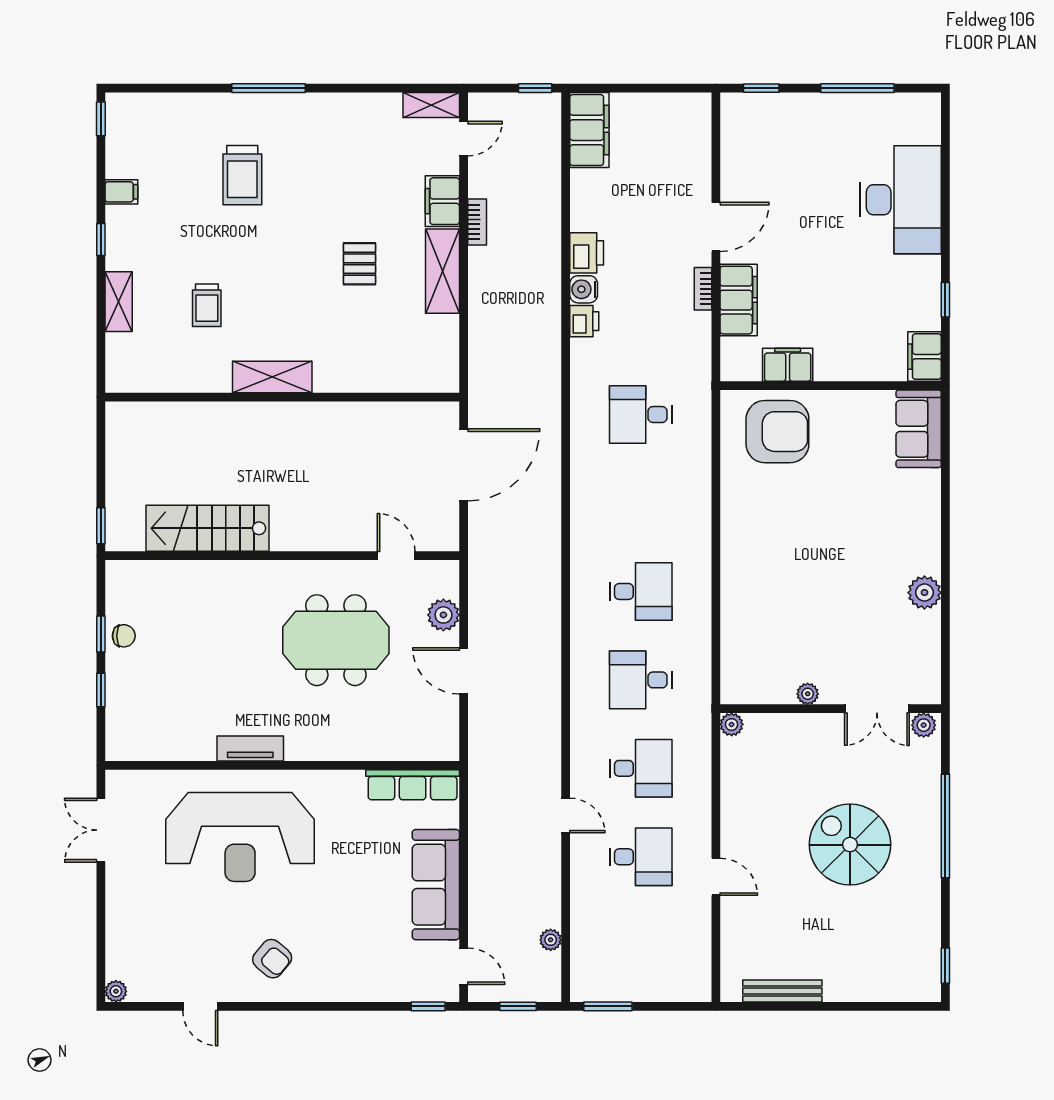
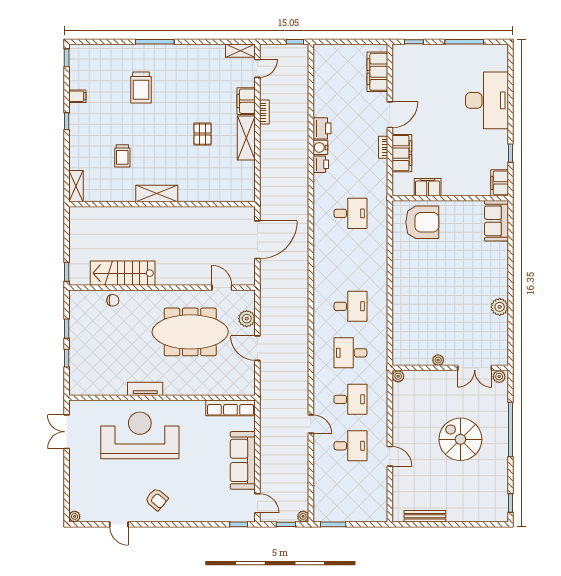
filing cabinet: (589, 130) -> (377, 72), moved, turned 180
shelving: (119, 302) -> (76, 186), moved
desk: (641, 415) -> (350, 213), turned 180
chair: (124, 636) -> (113, 300), moved
meeting table: (336, 640) -> (190, 332), width x1.36
reception desk: (240, 837) -> (140, 435), turned 180
plant: (551, 940) -> (303, 516), moved

